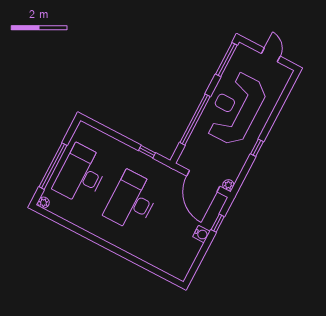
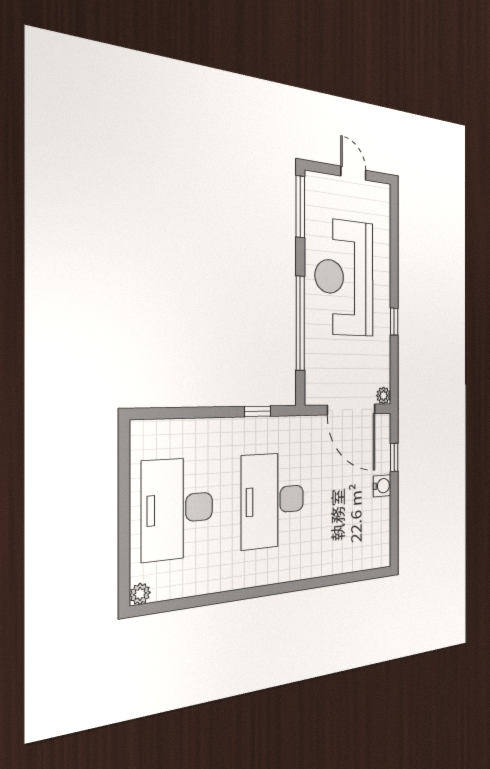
window: (53, 166) -> (124, 524), removed

